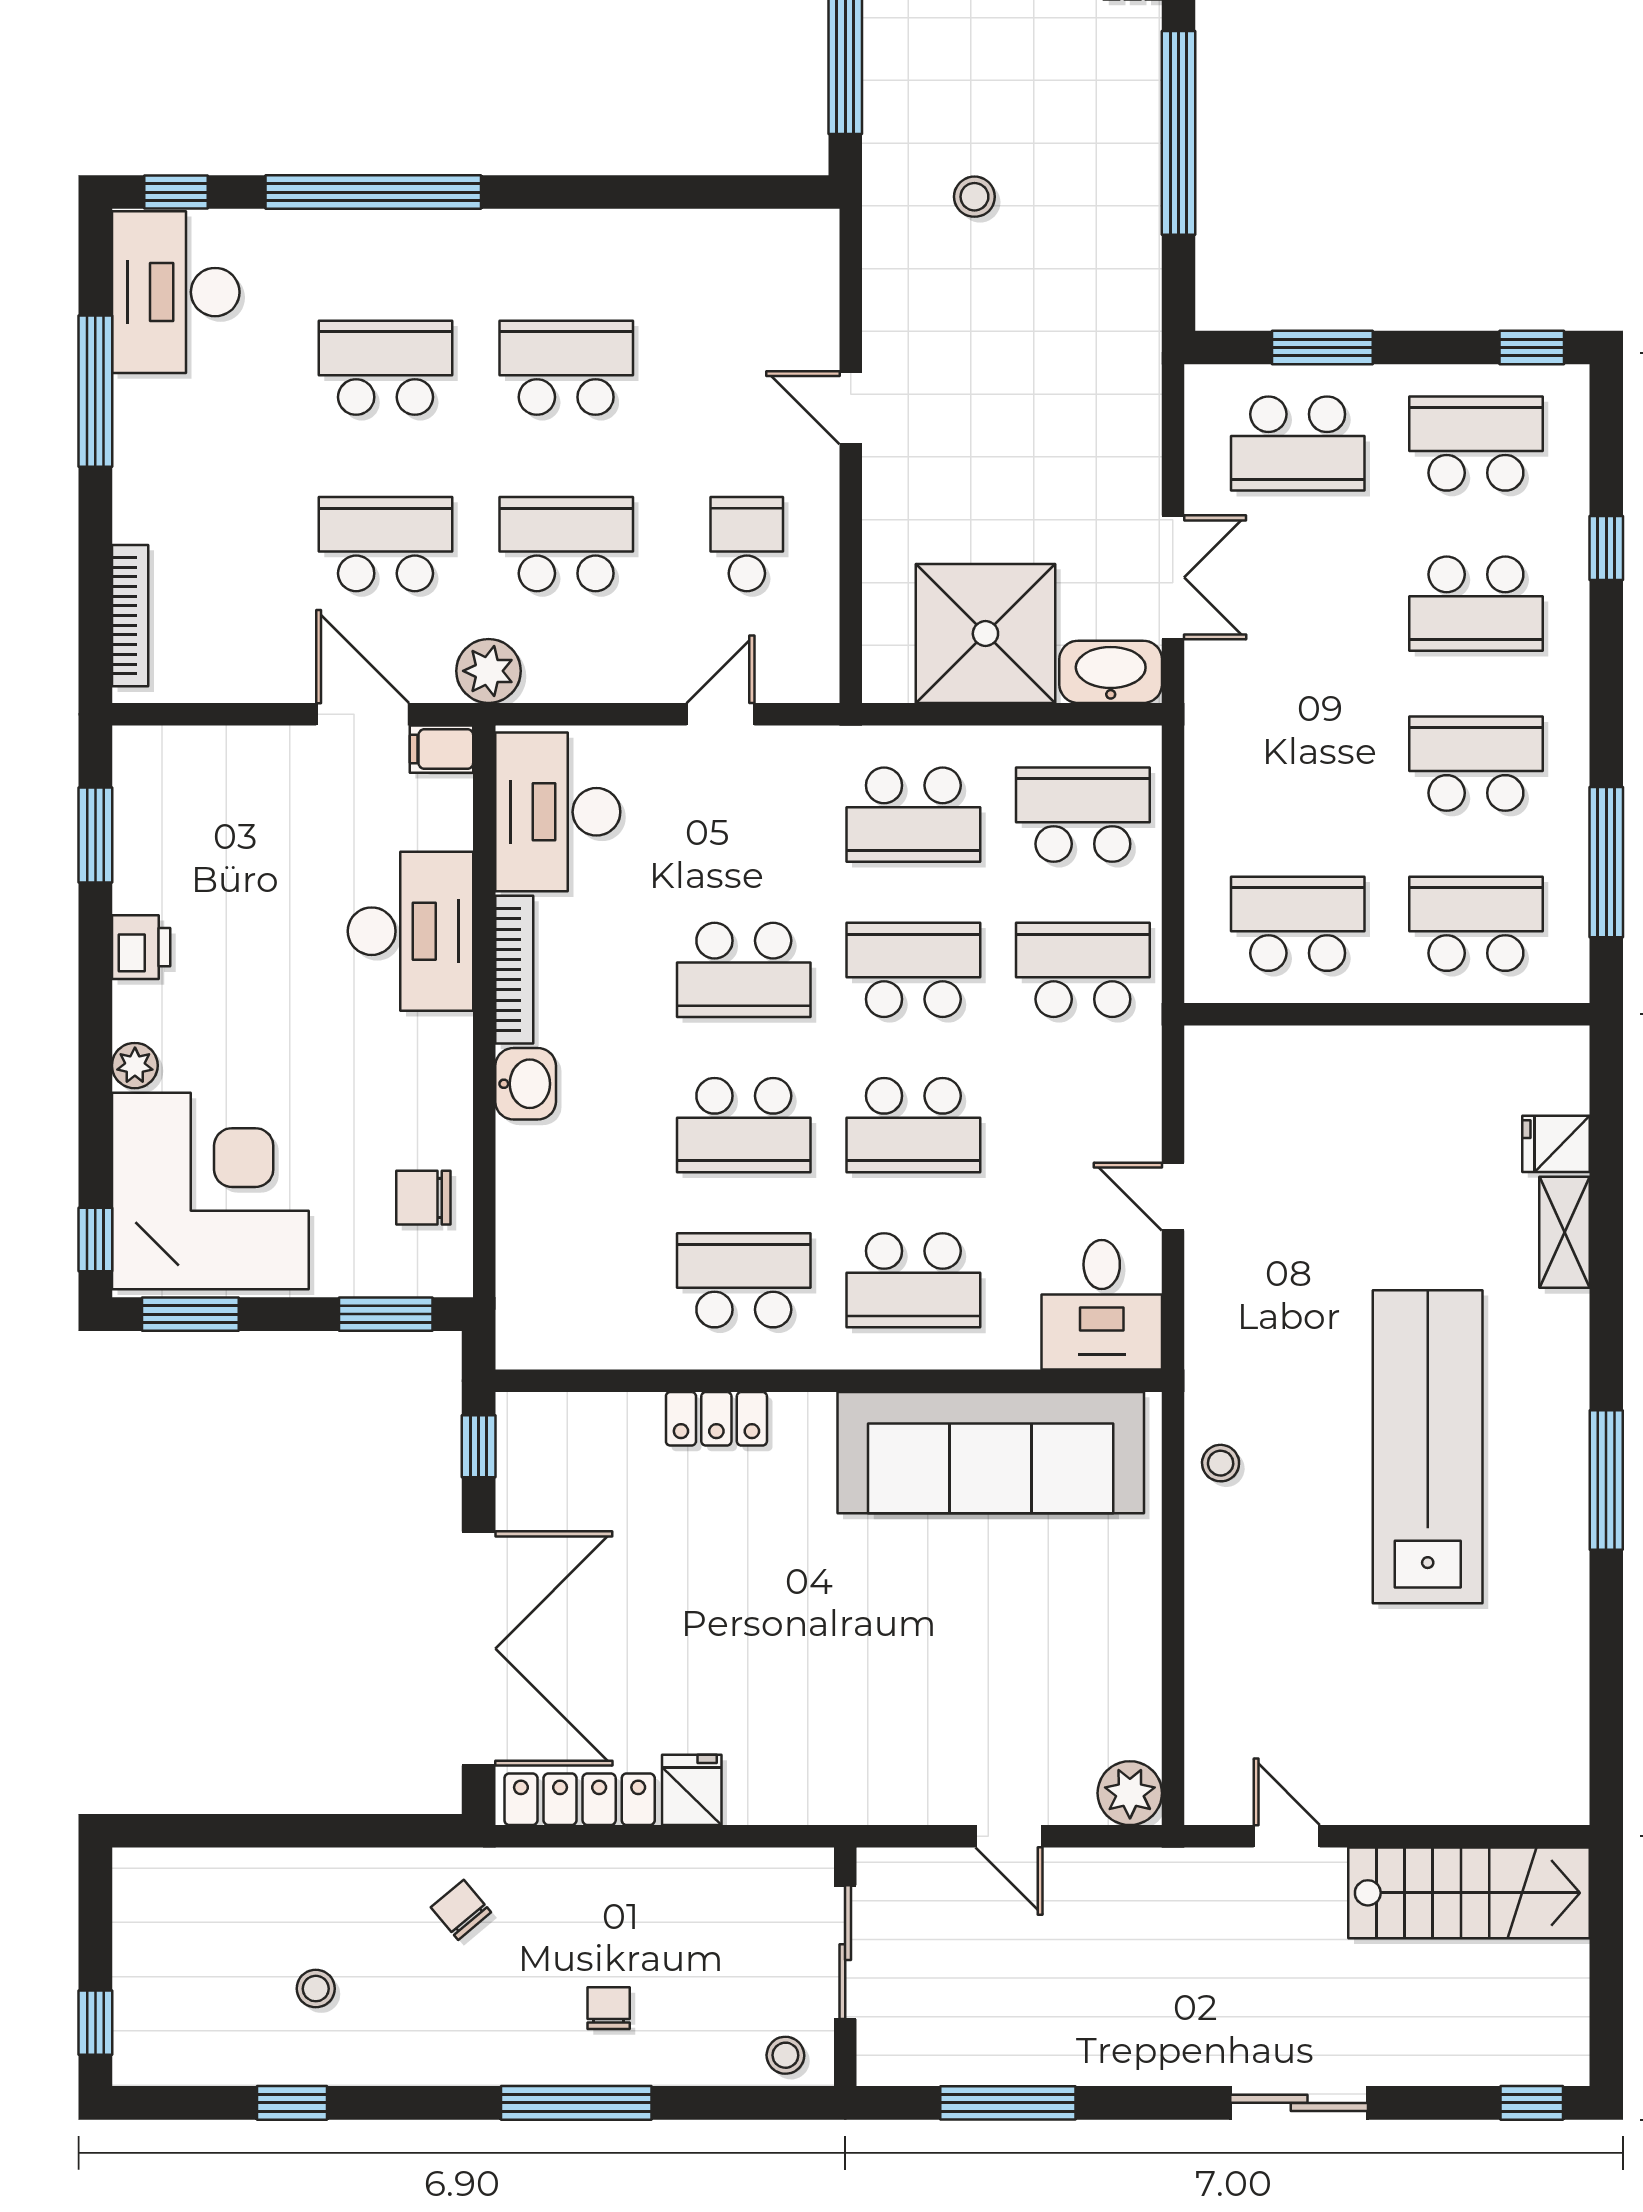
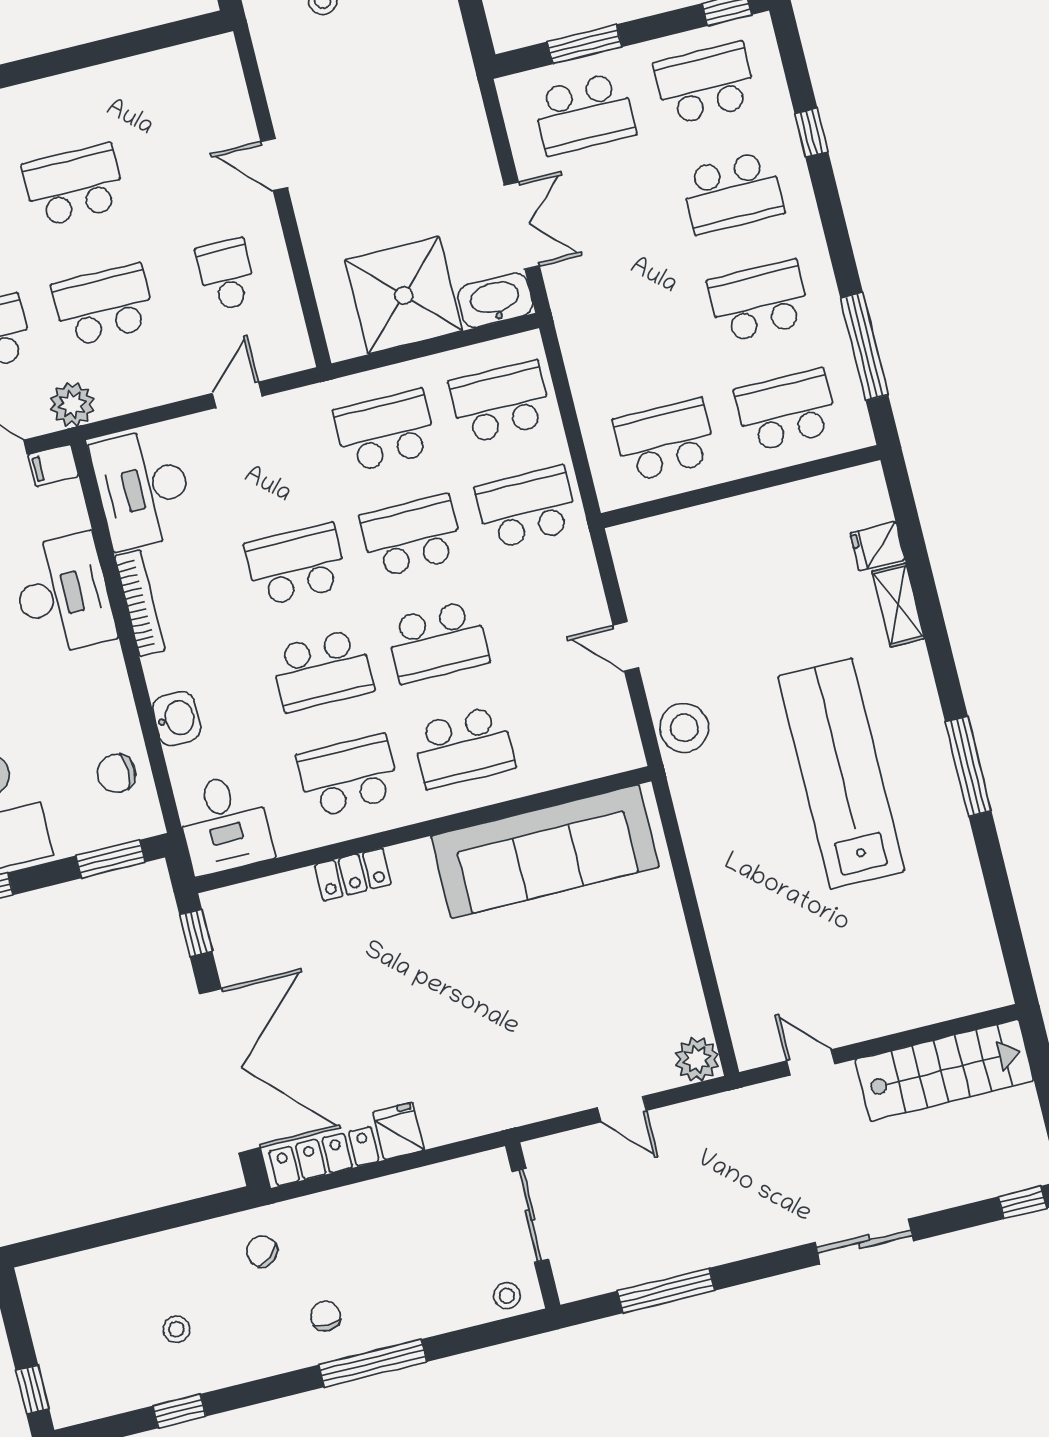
school desk: (913, 815) -> (385, 431), turned 180
school desk: (744, 970) -> (296, 565), turned 180
washbasin: (526, 1084) -> (177, 719), moved
desk: (1102, 1305) -> (224, 824), moved
stool: (1221, 1463) -> (684, 728), moved, width x1.89, depth x1.89
chair: (609, 2008) -> (325, 1316), moved

